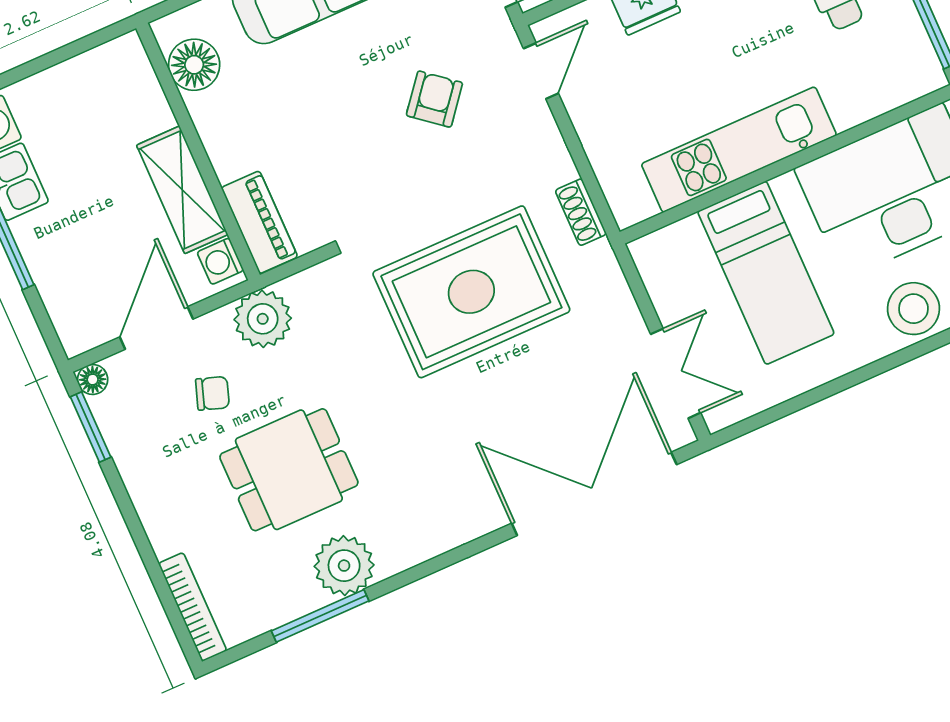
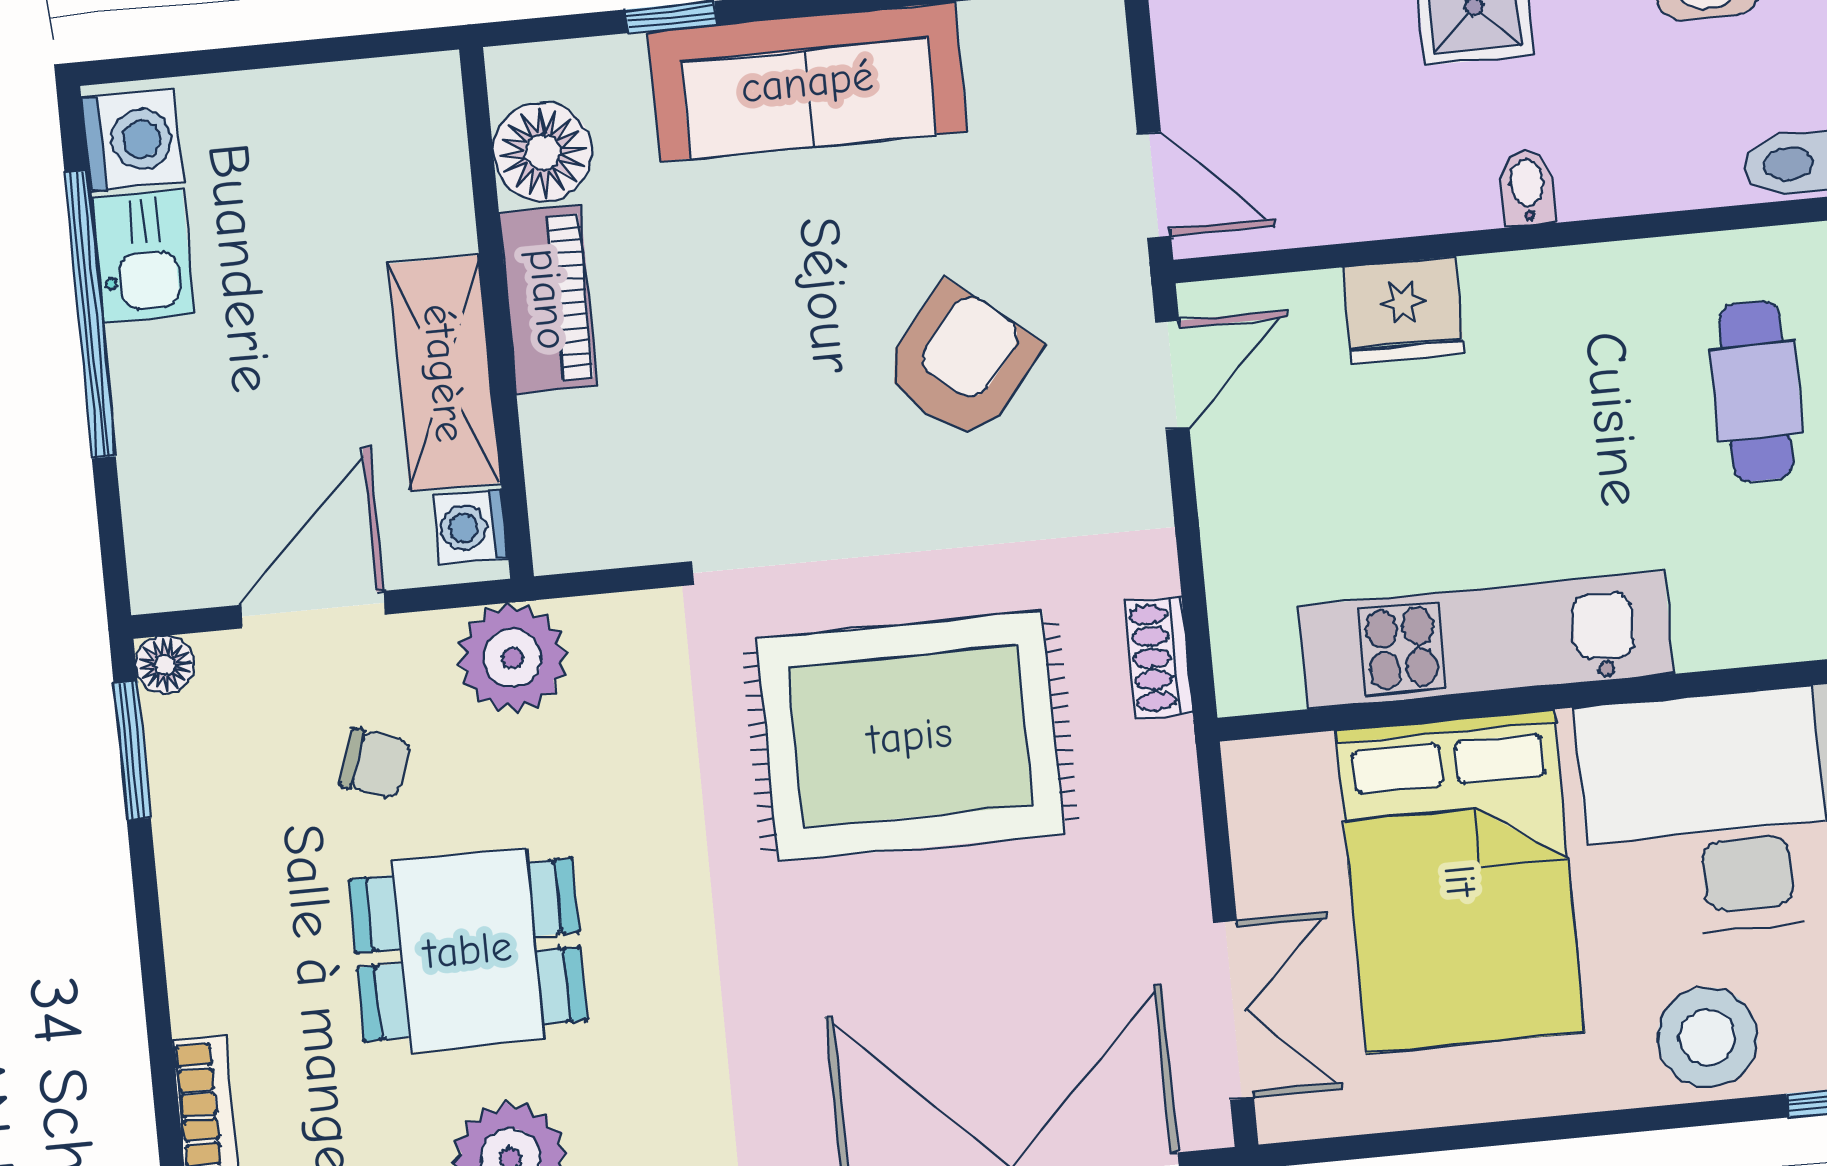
armchair: (434, 99) -> (961, 362), width x1.38, depth x1.38
piano: (259, 222) -> (548, 299), moved
bed: (766, 273) -> (1460, 881), width x1.50

